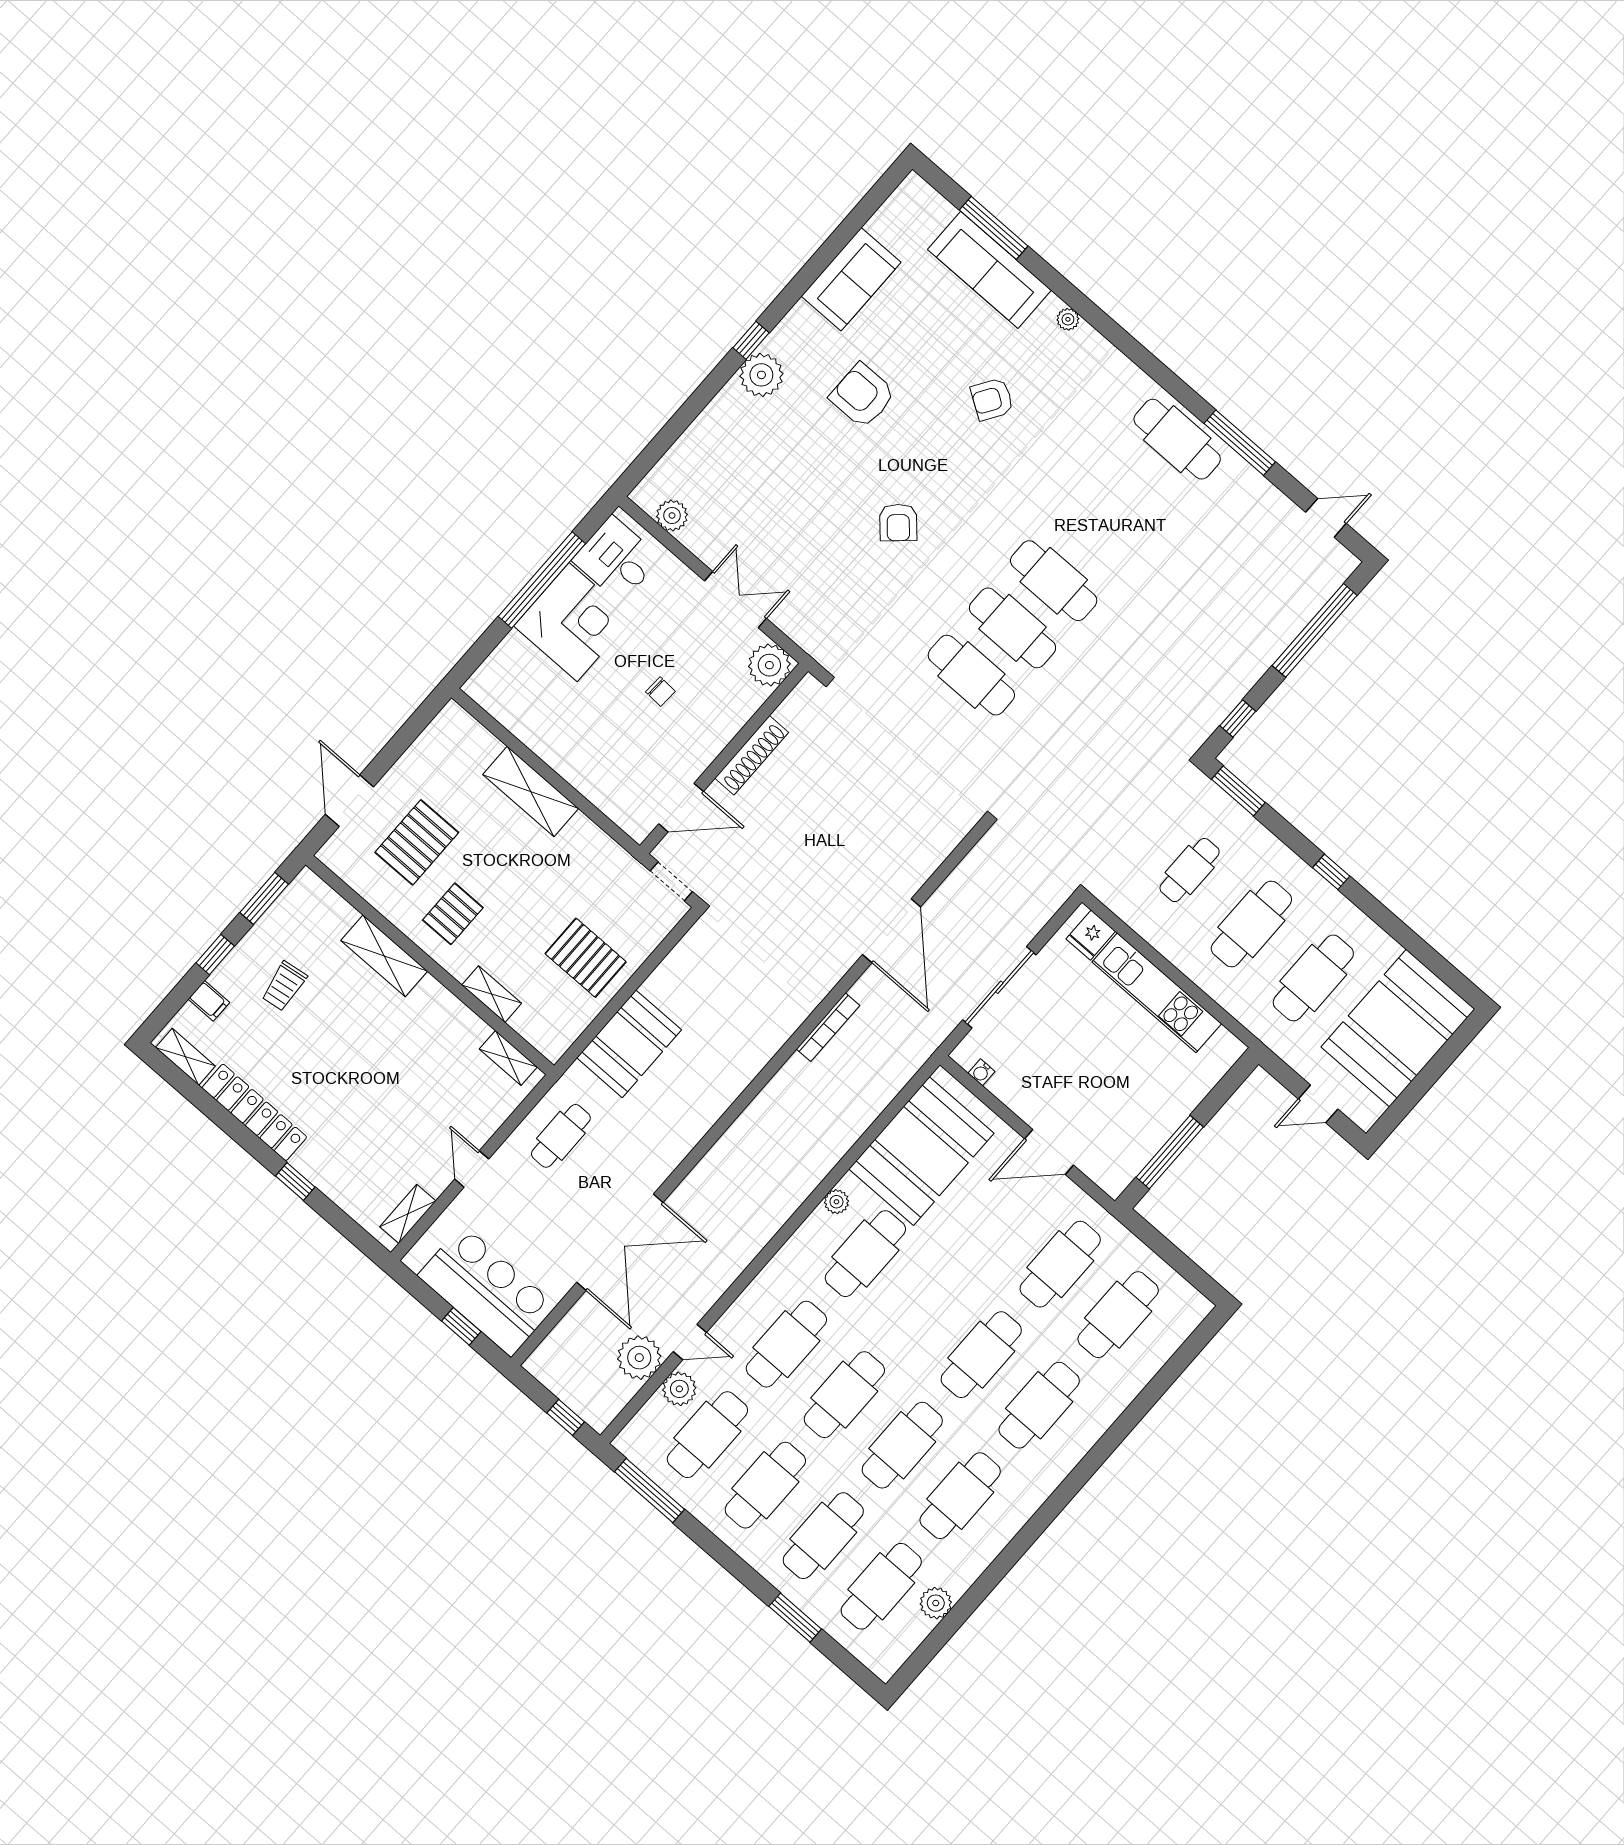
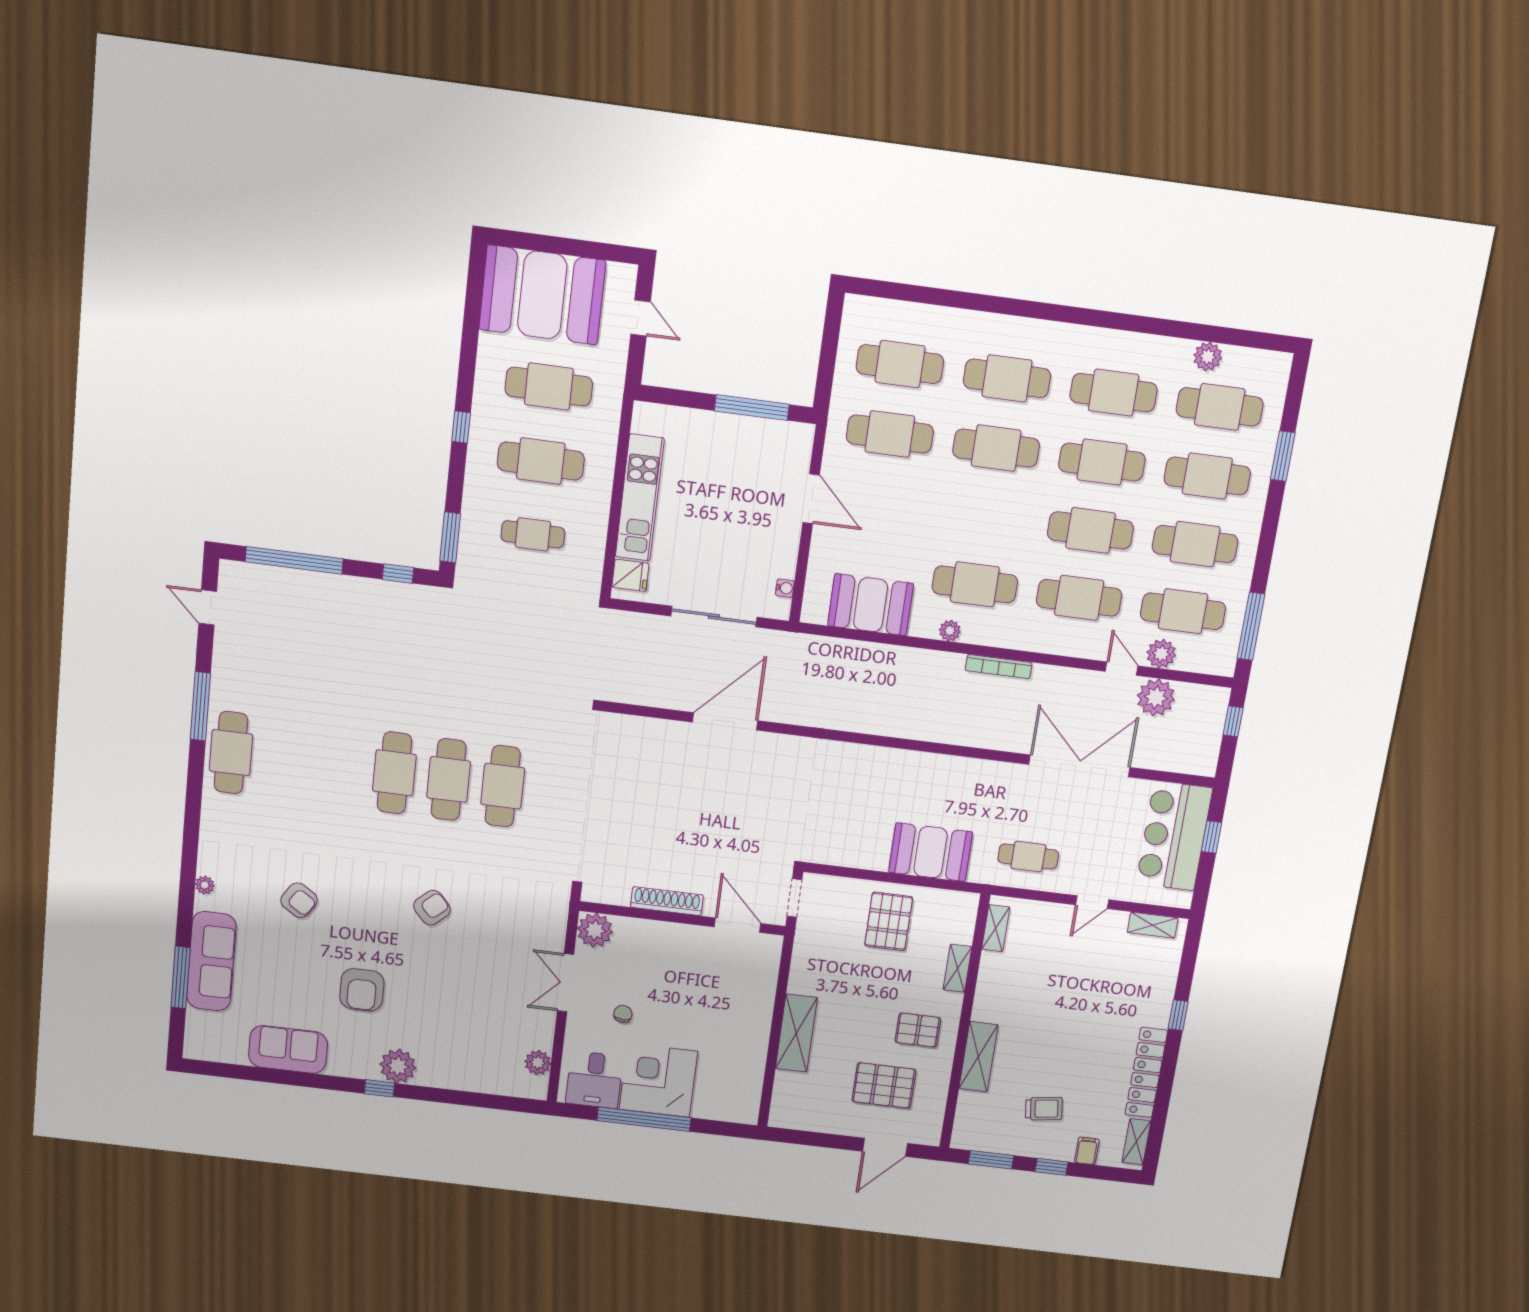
chair: (660, 692) -> (623, 1014), moved
bookcase: (828, 1027) -> (999, 667), moved, turned 180
booth: (921, 1151) -> (871, 605), width x0.73, depth x0.70

